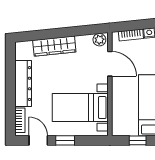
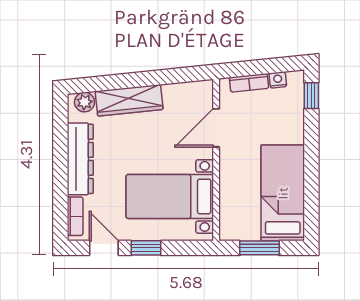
plant: (99, 40) -> (85, 102), moved
door: (110, 64) -> (216, 128), swing flipped
window: (138, 140) -> (259, 248), width x1.50

